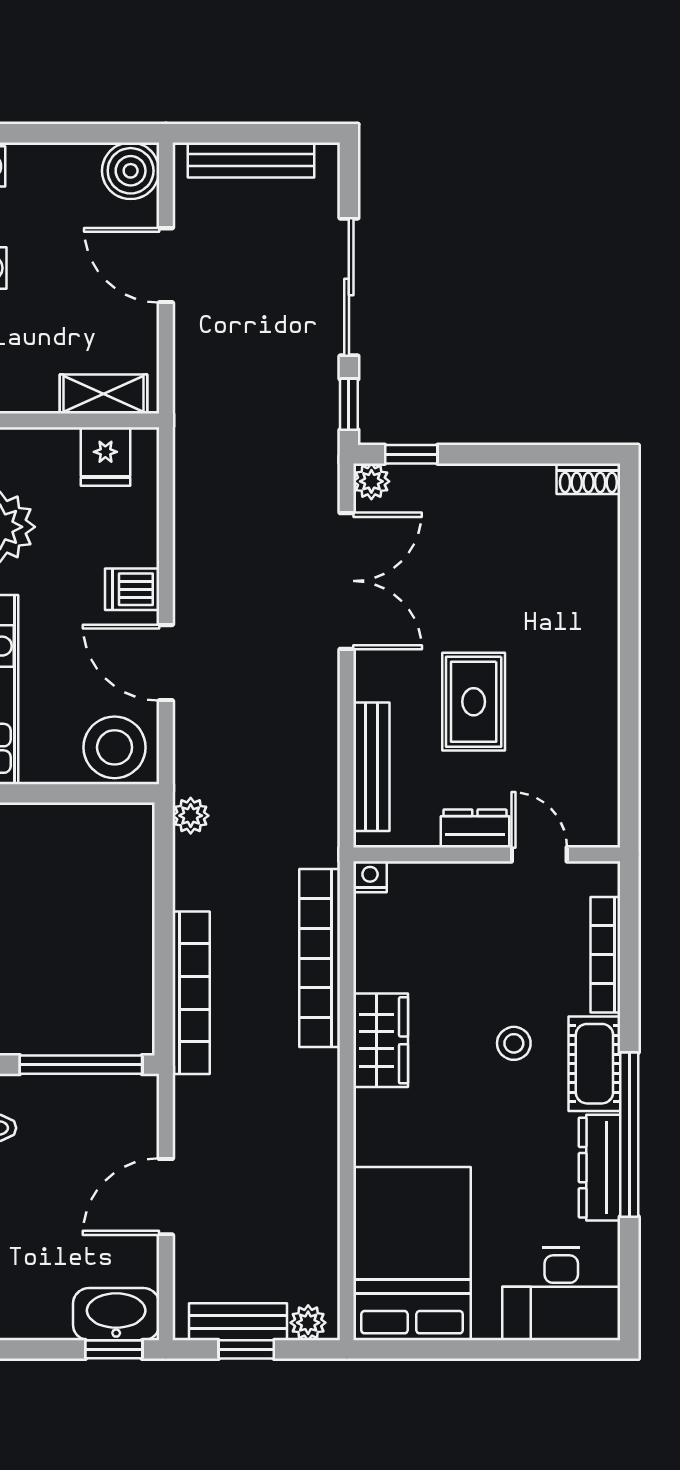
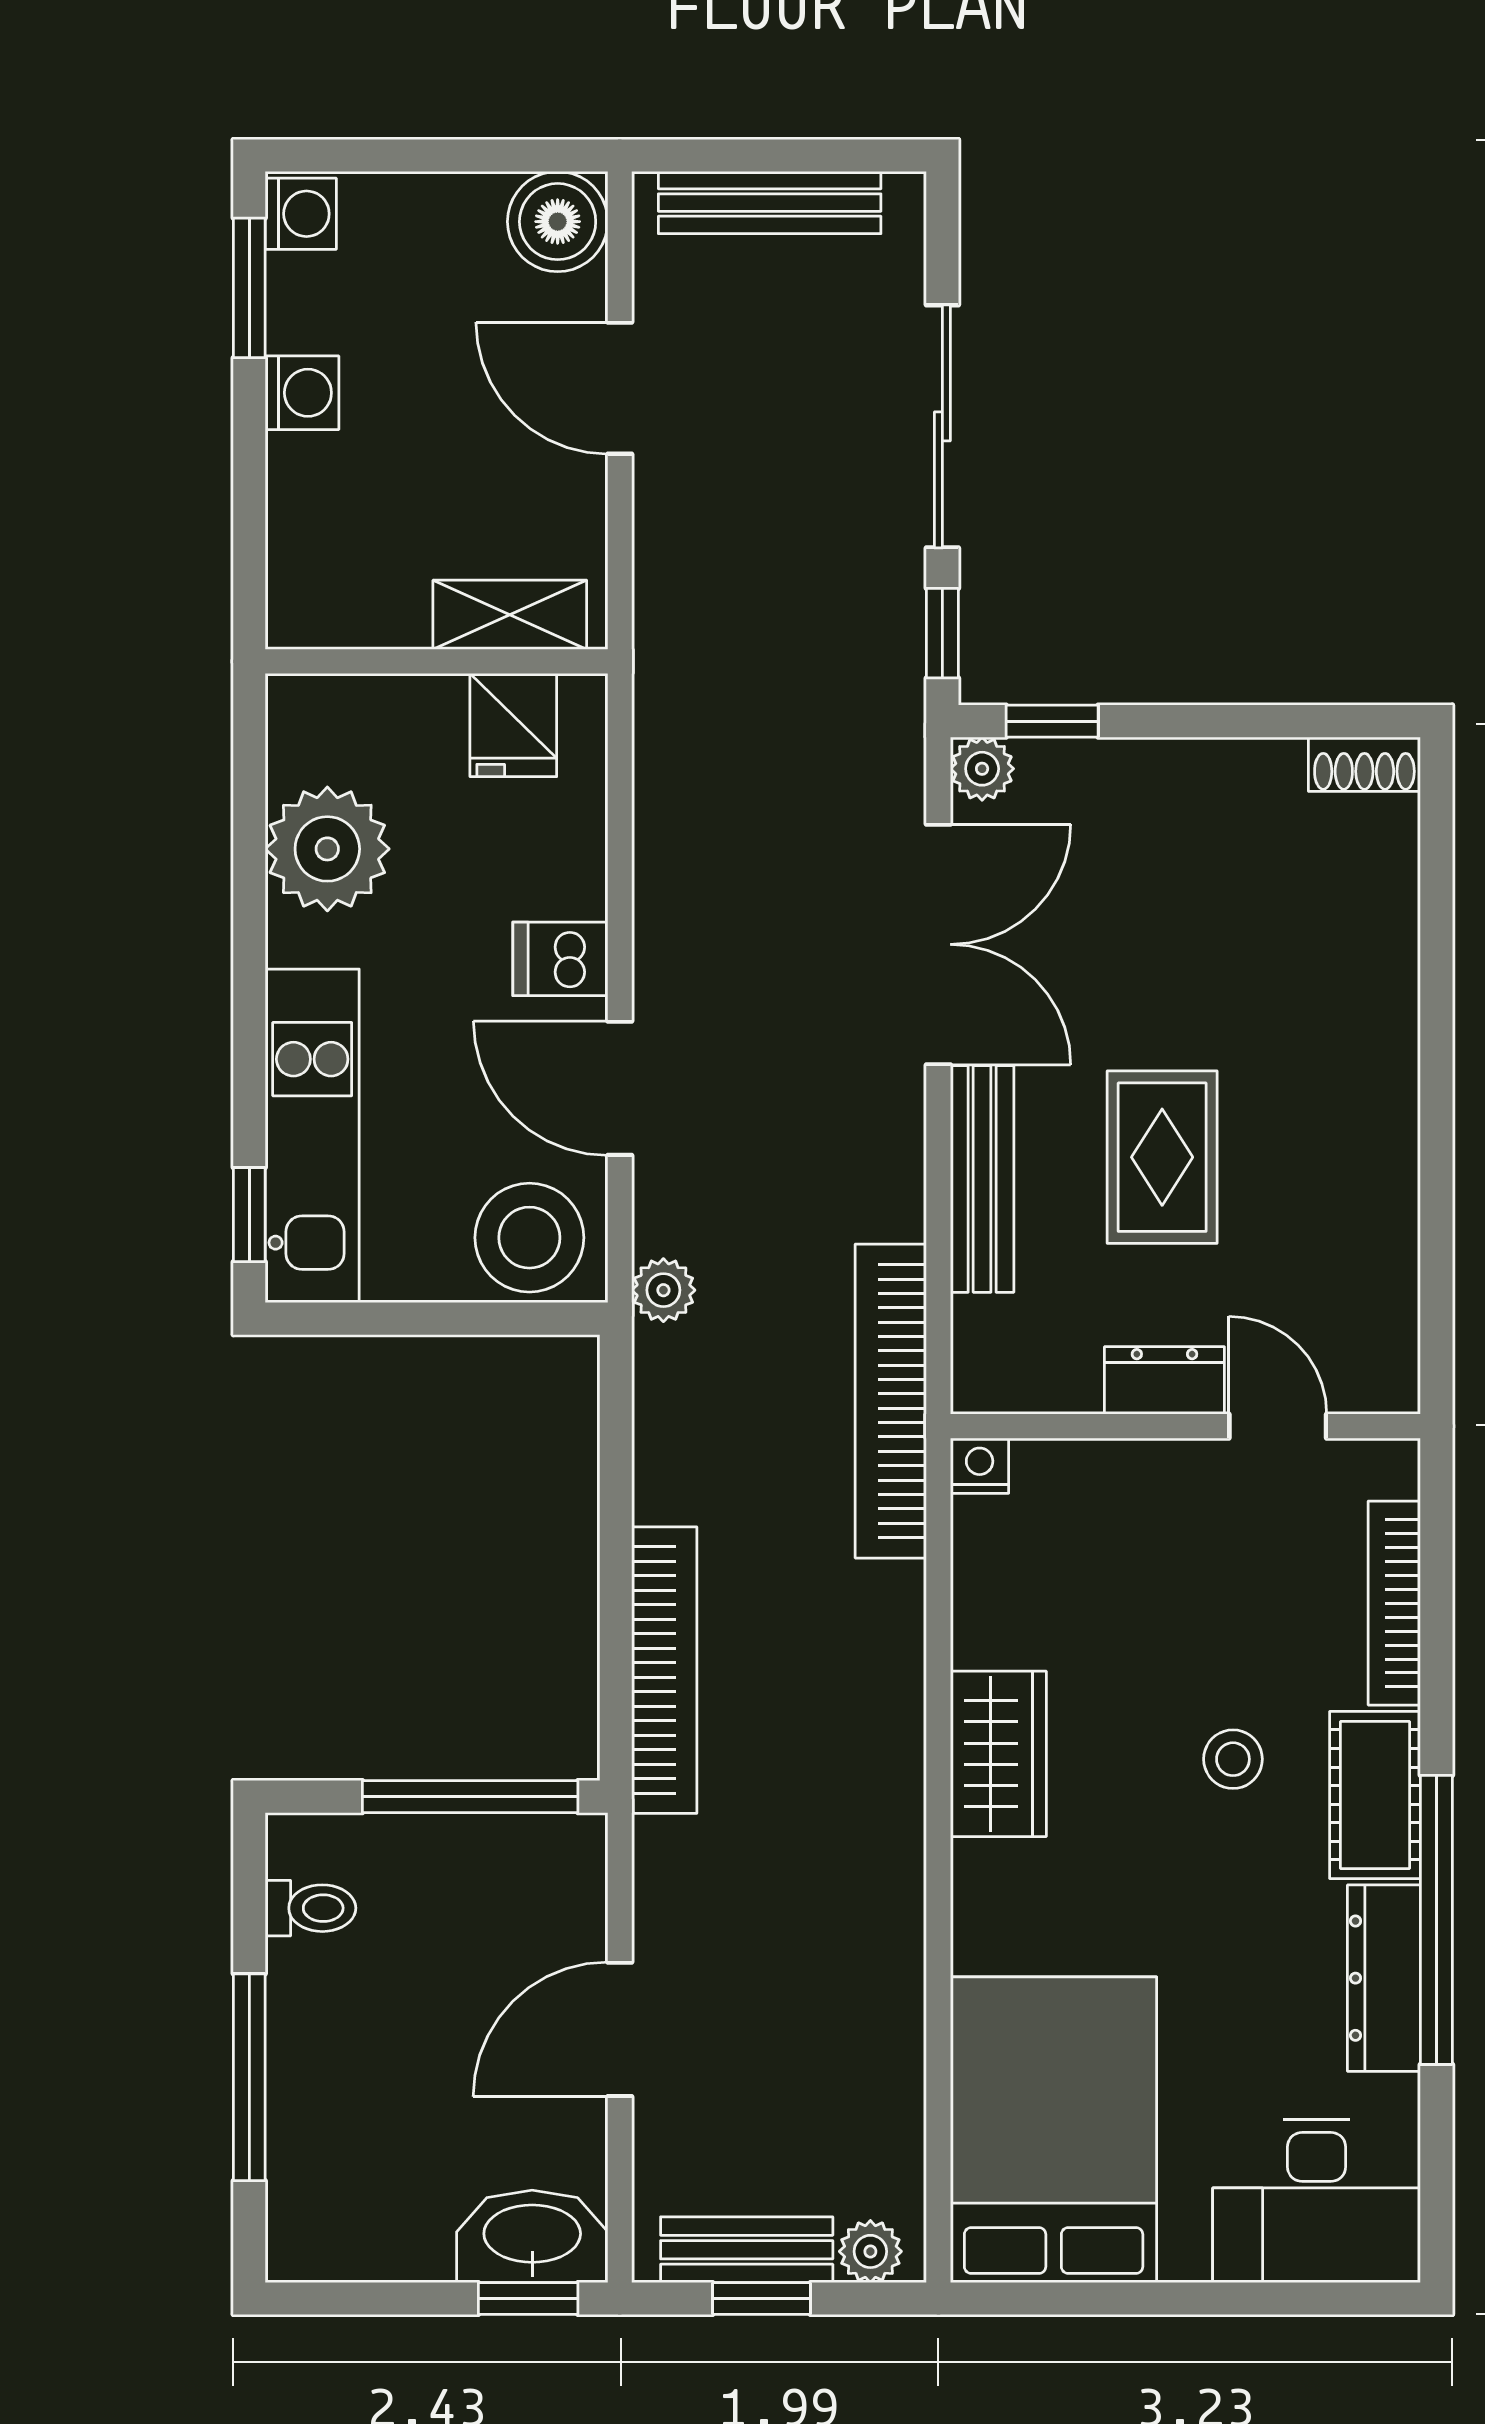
bench: (371, 767) -> (982, 1179), moved
plant: (191, 816) -> (663, 1290), moved
bookcase: (320, 958) -> (891, 1401), moved

